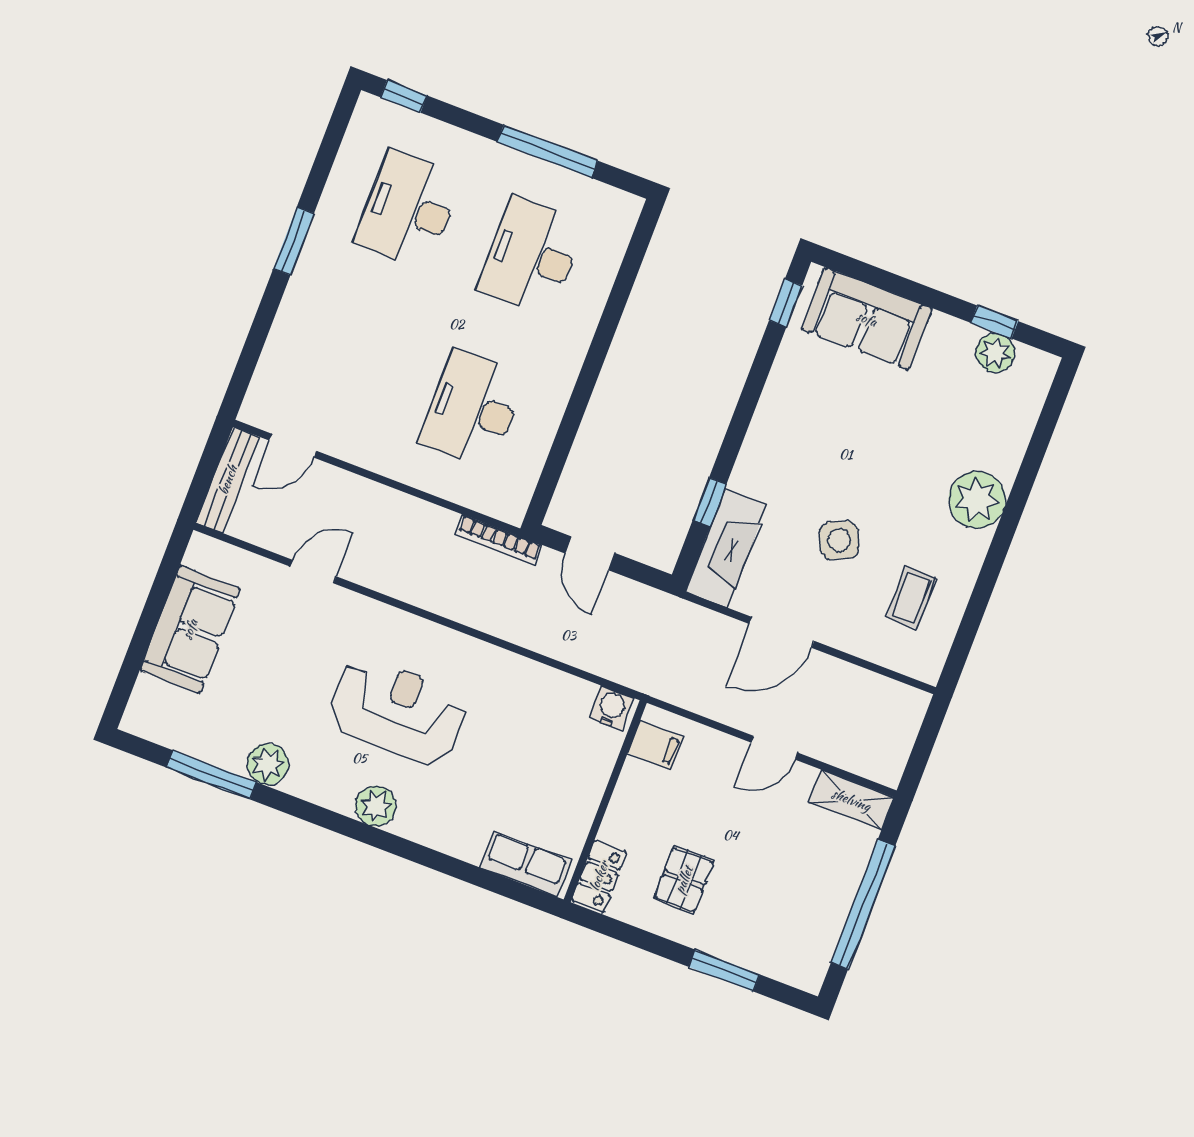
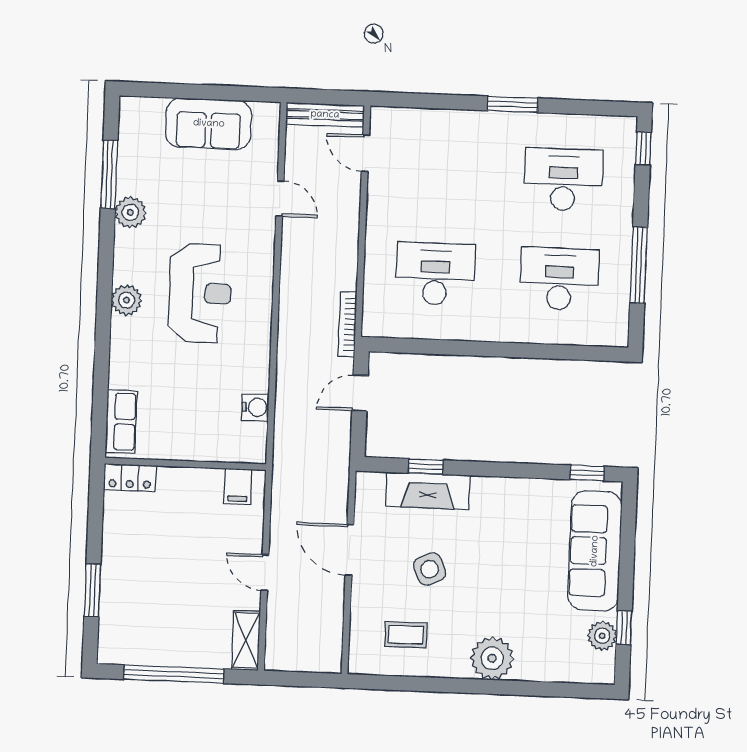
sofa: (867, 319) -> (595, 551), width x1.36
fireplace: (726, 548) -> (428, 491), moved
water cooler: (611, 708) -> (255, 407), moved
pallet: (684, 880) -> (148, 539), removed

